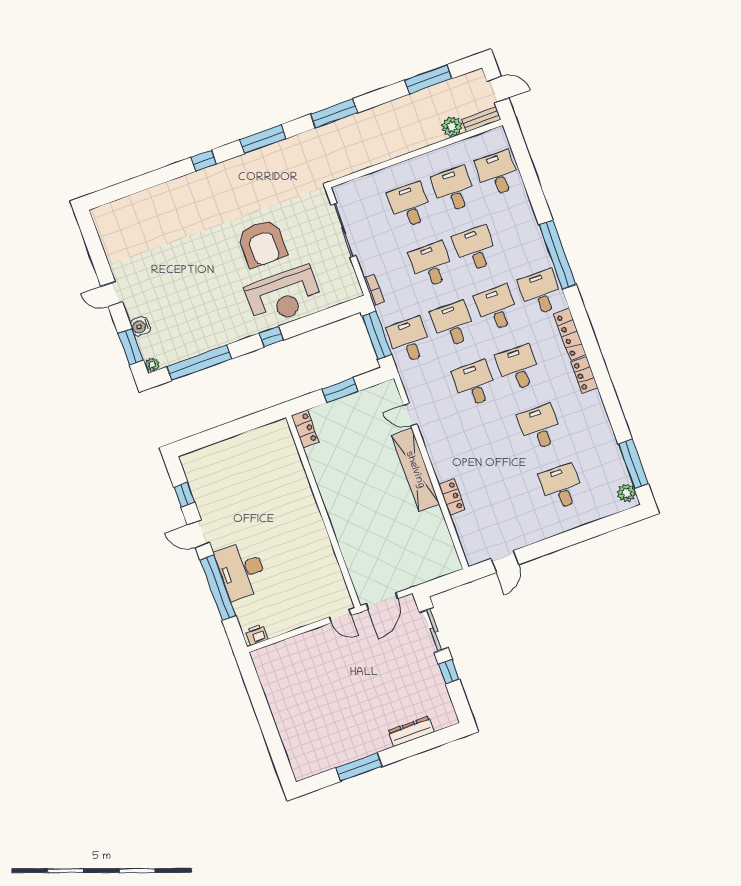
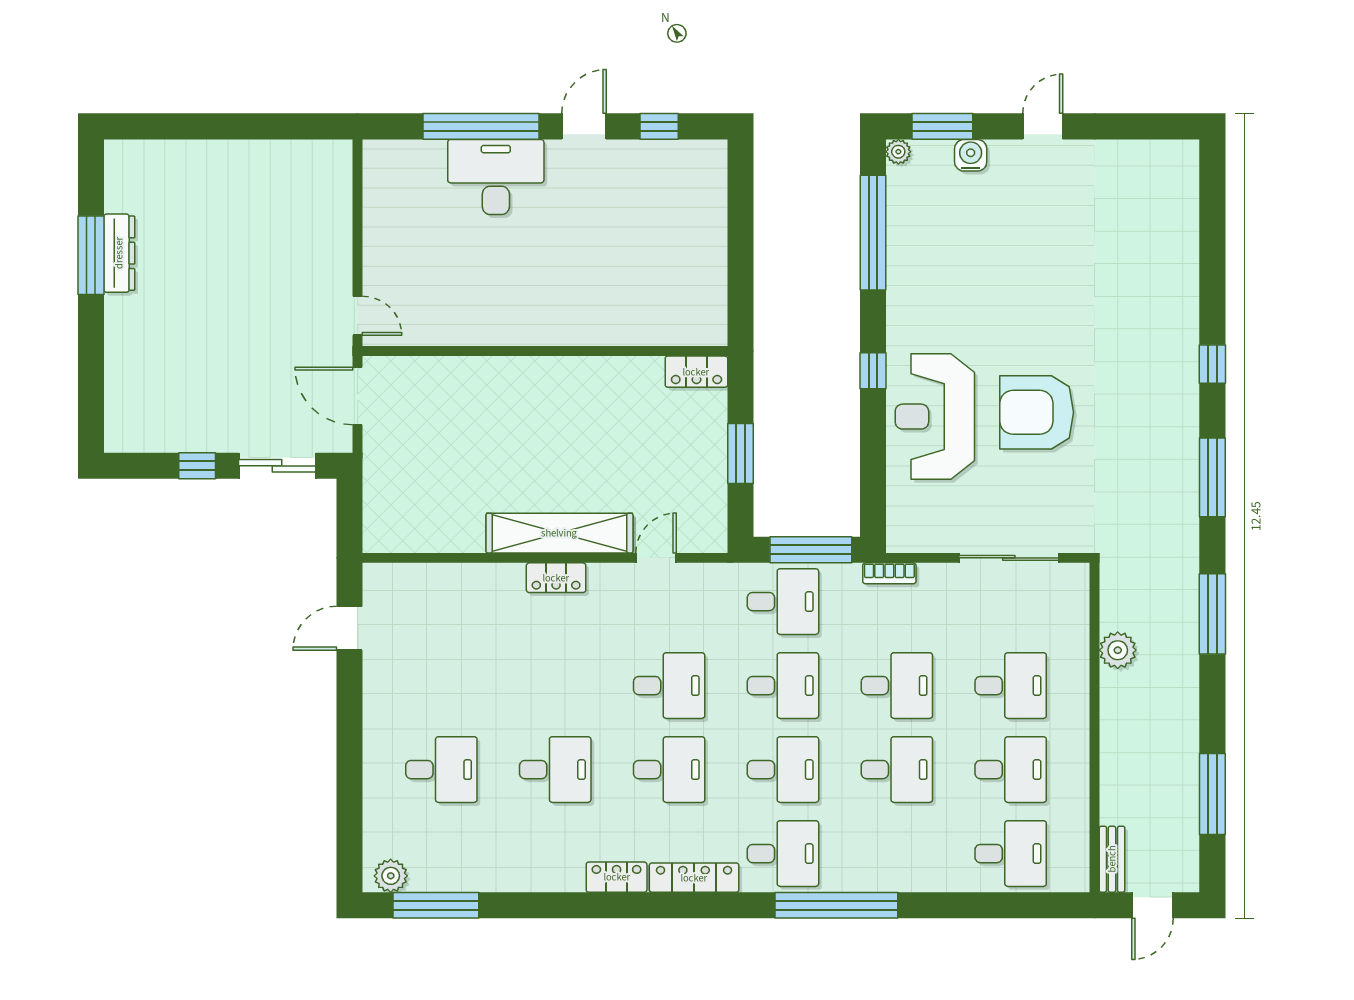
plant: (452, 127) -> (1118, 650), moved
locker: (452, 497) -> (556, 578), moved
door: (505, 561) -> (349, 628), hinge flipped
door: (340, 616) -> (358, 316), swing flipped
printer: (257, 635) -> (378, 163), removed
dresser: (411, 731) -> (119, 253), moved

